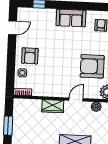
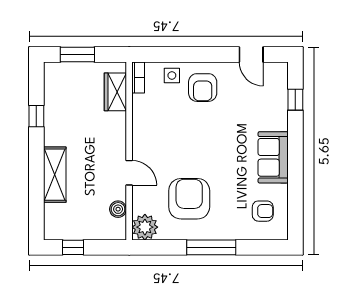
armchair: (30, 56) -> (203, 88), turned -90
wardrobe: (53, 106) -> (115, 92), moved

